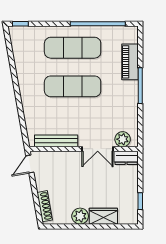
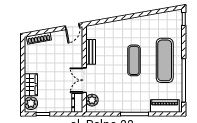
piano: (130, 62) -> (165, 106), moved
exercise mat: (73, 86) -> (134, 60), width x0.73, depth x0.69
bench: (56, 141) -> (91, 52), width x0.73
door: (30, 164) -> (72, 26), swing flipped
plant: (80, 216) -> (31, 103), moved

